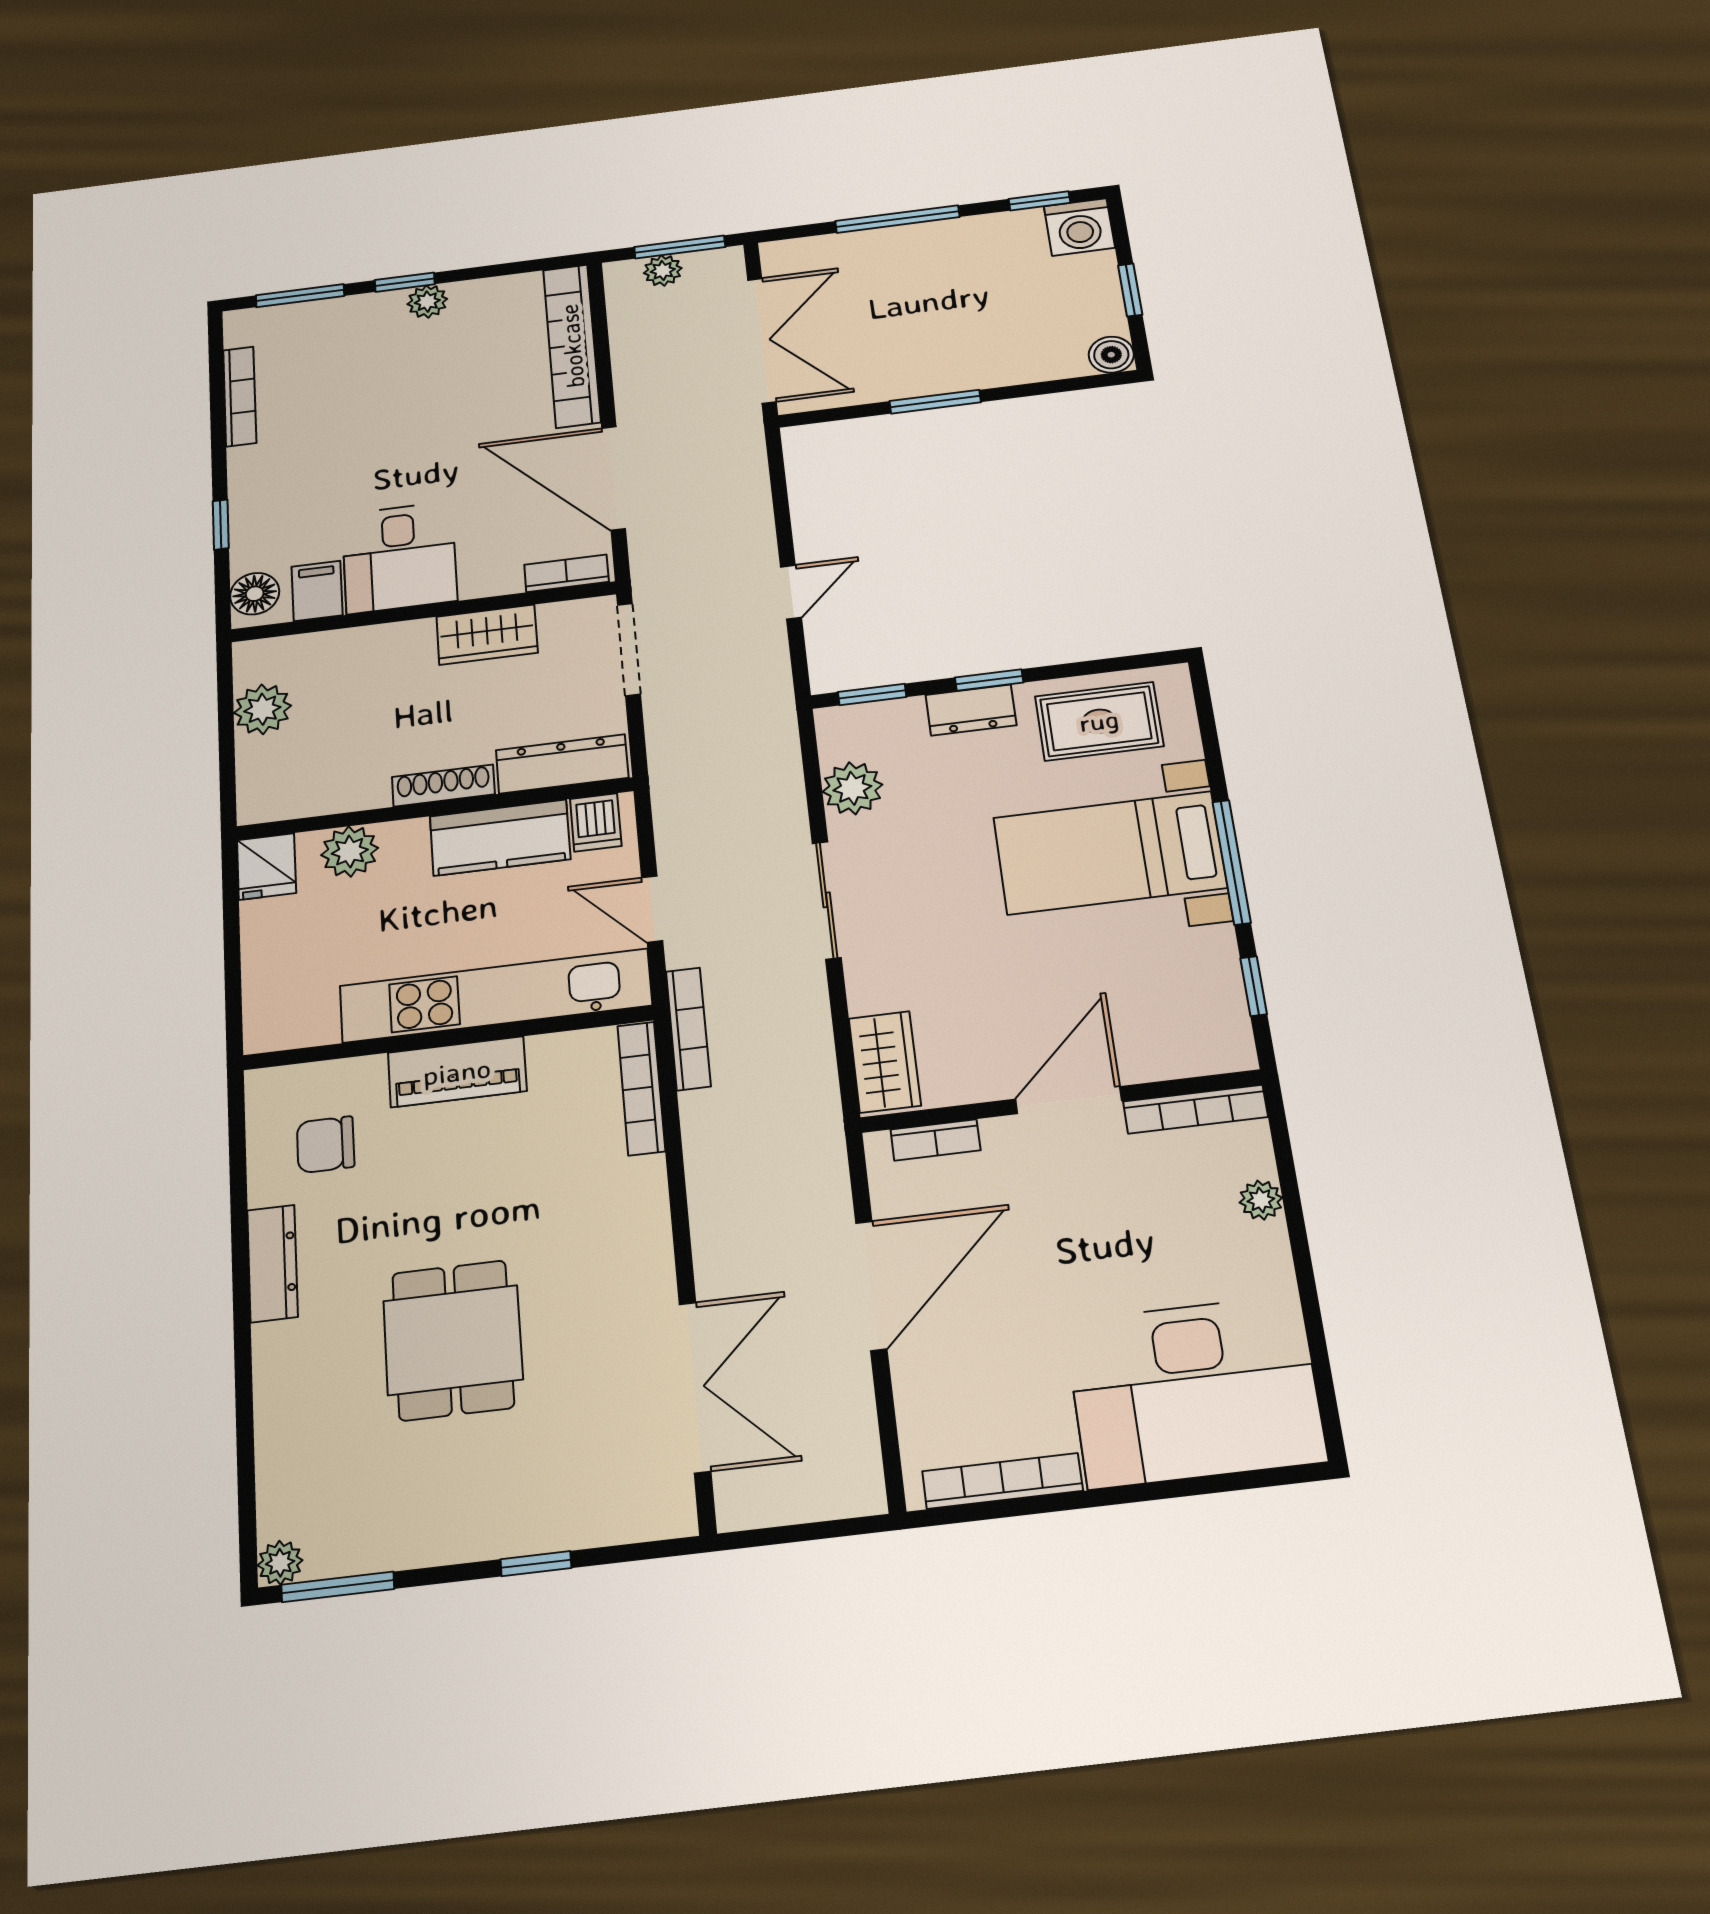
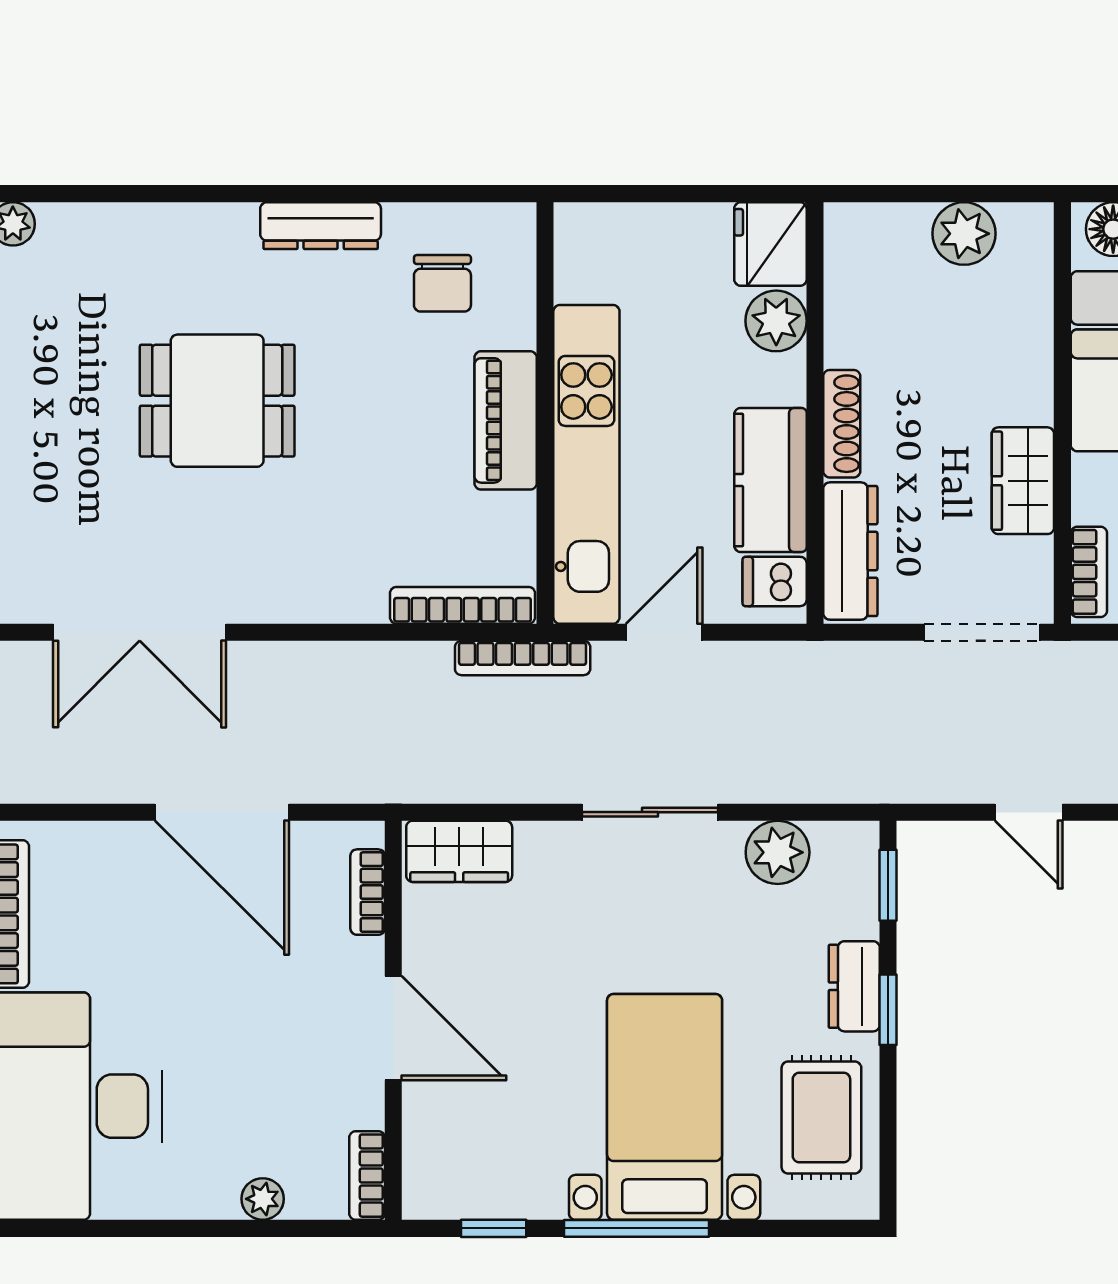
fridge: (266, 866) -> (770, 244), width x1.38
bookcase: (1195, 1109) -> (367, 1176), width x0.64
chair: (326, 1145) -> (442, 283), turned 180

